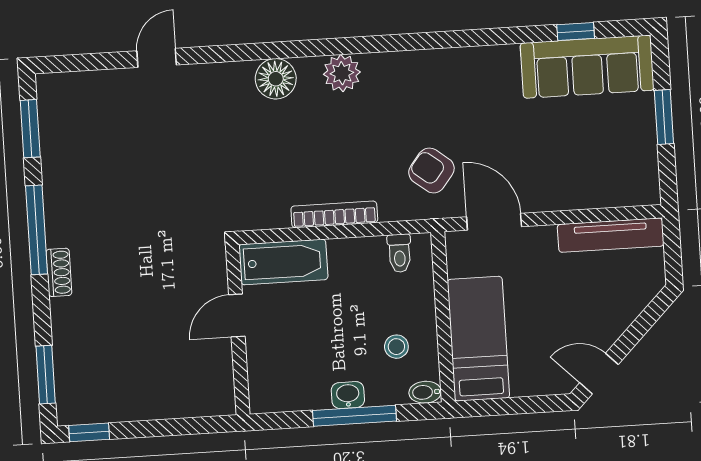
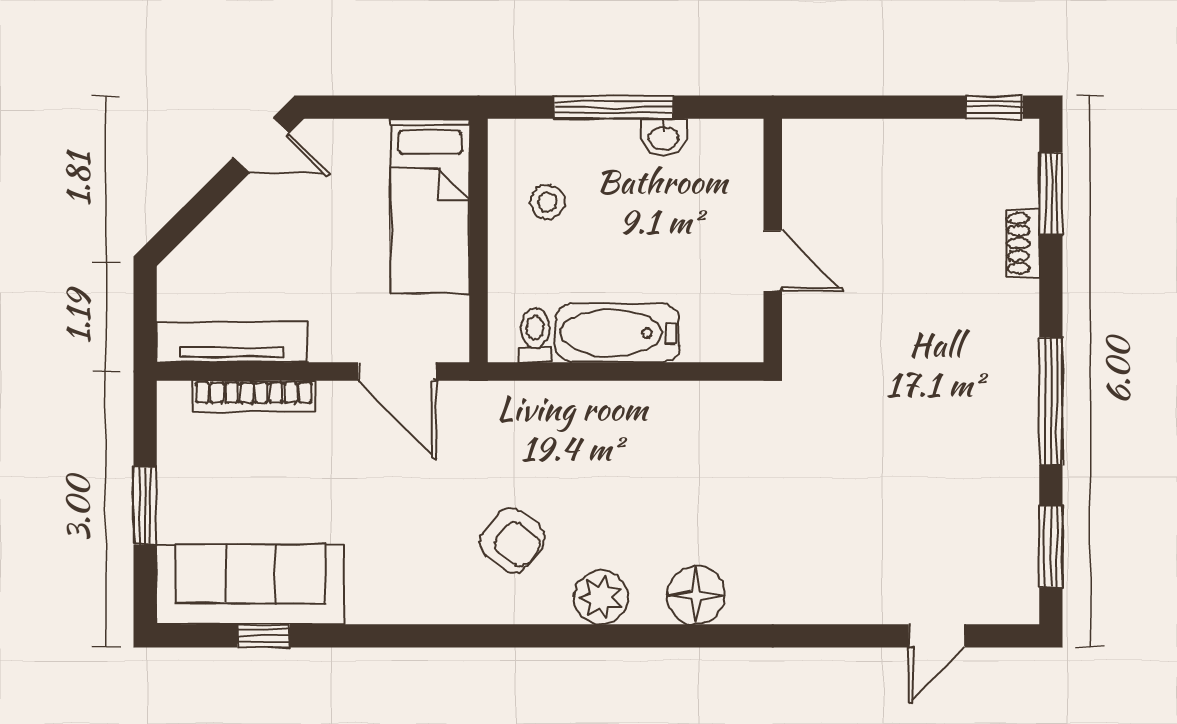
door: (157, 58) -> (937, 636), moved
armchair: (431, 170) -> (512, 540), moved
bookcase: (334, 214) -> (254, 396), moved
bathtub: (283, 262) -> (617, 333), moved
shoe rack: (59, 272) -> (1023, 243), moved
door: (237, 316) -> (773, 261), hinge flipped
bidet: (425, 392) -> (511, 134), removed
washbasin: (348, 395) -> (663, 137), moved

